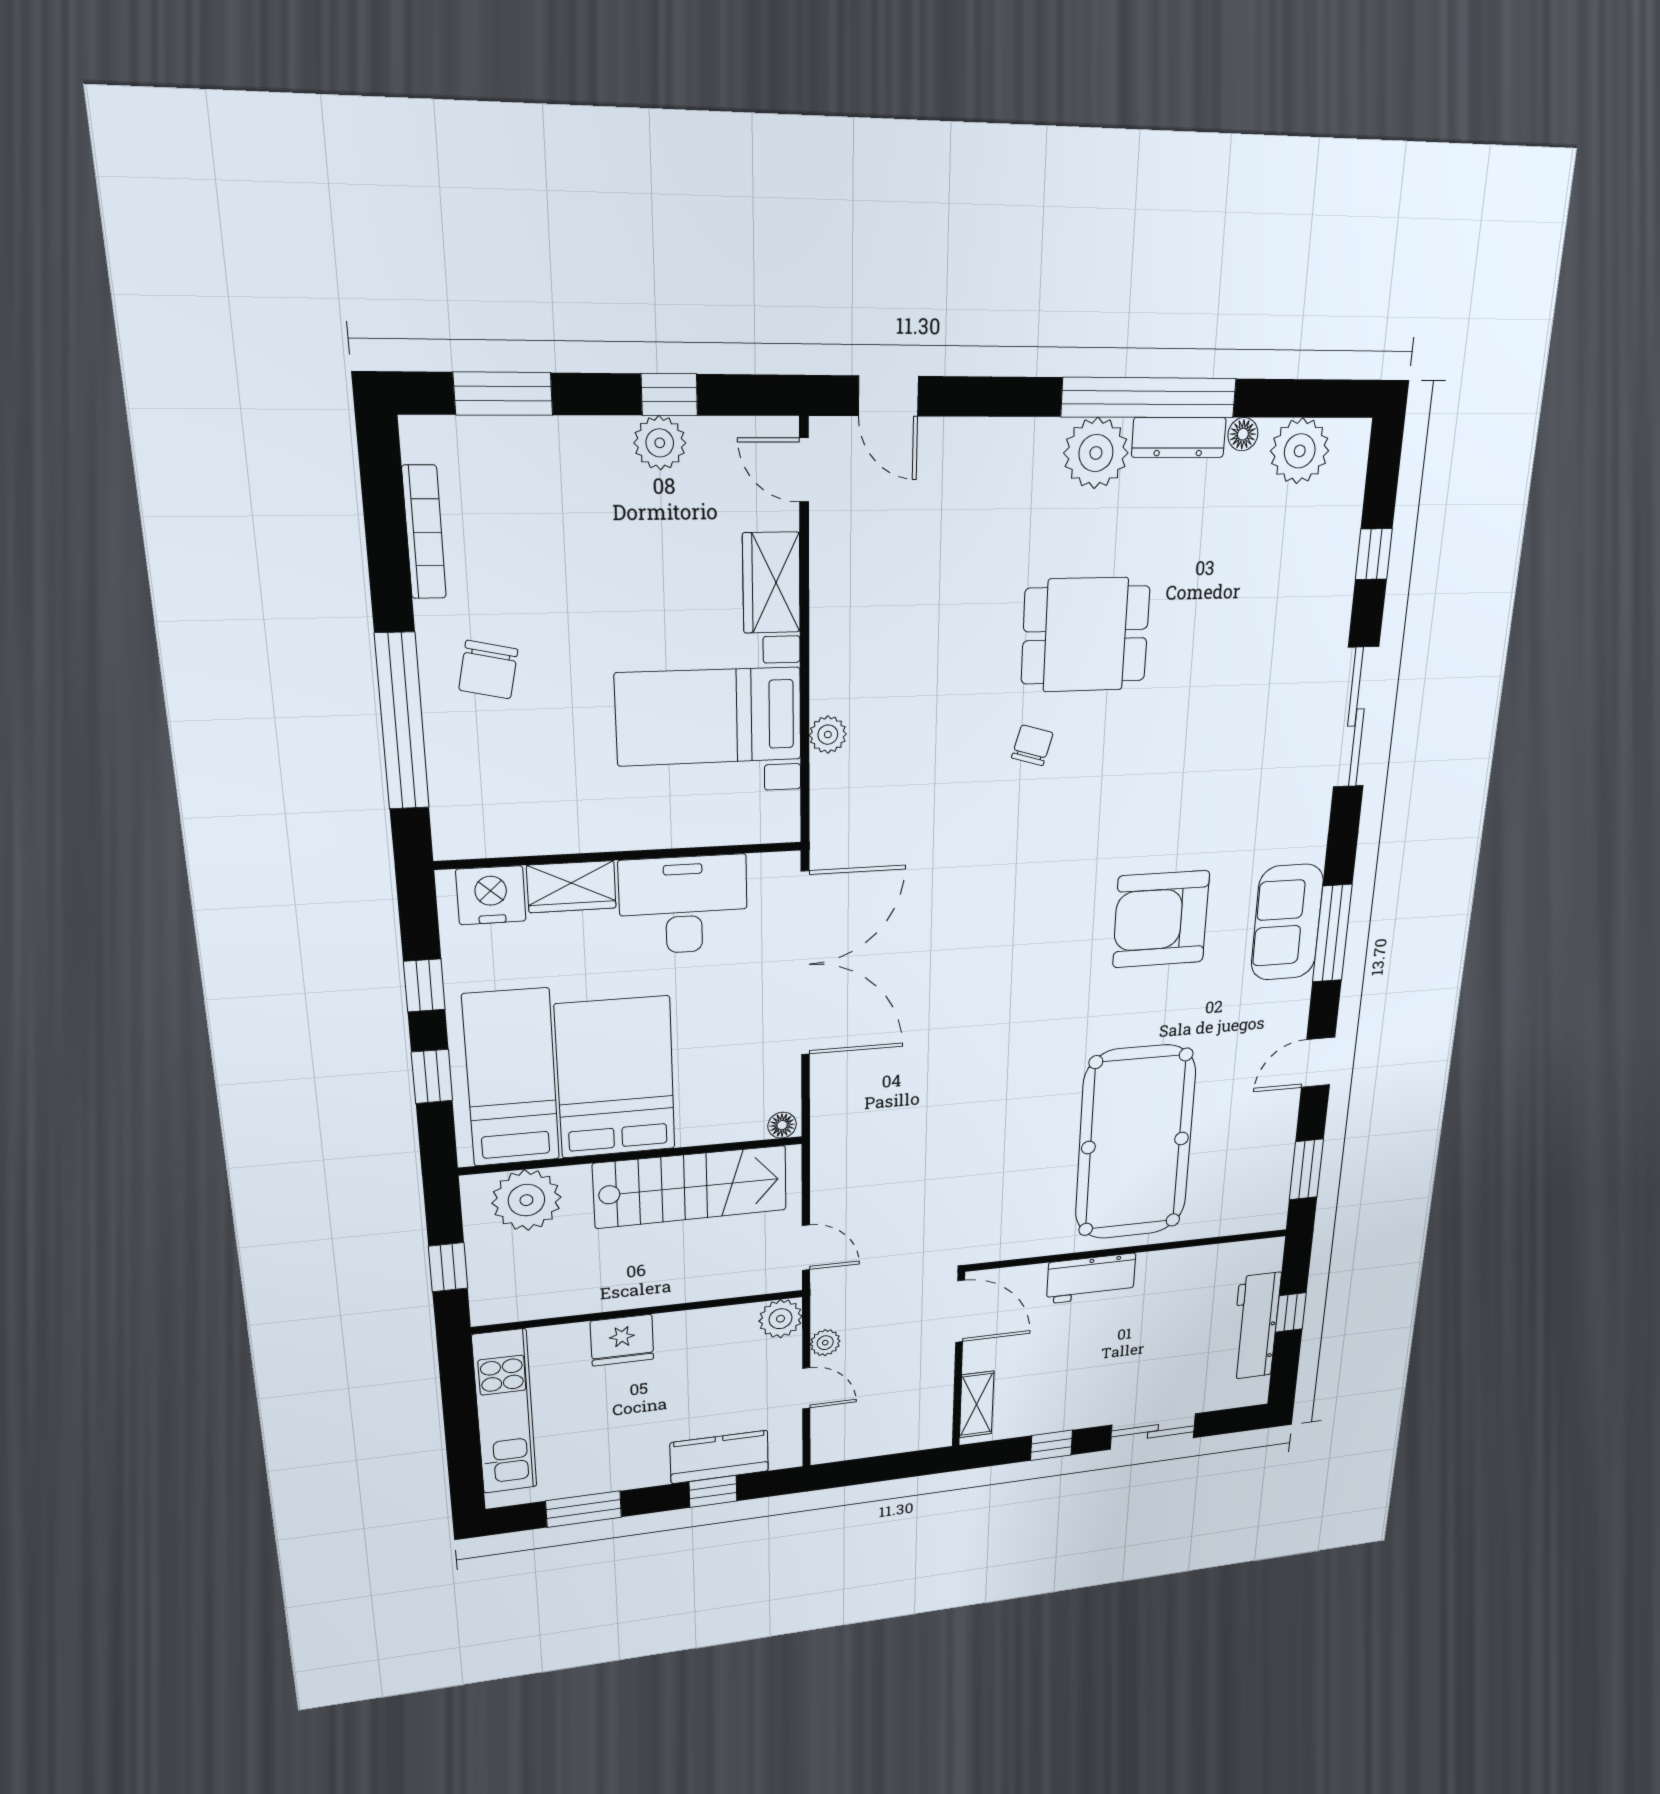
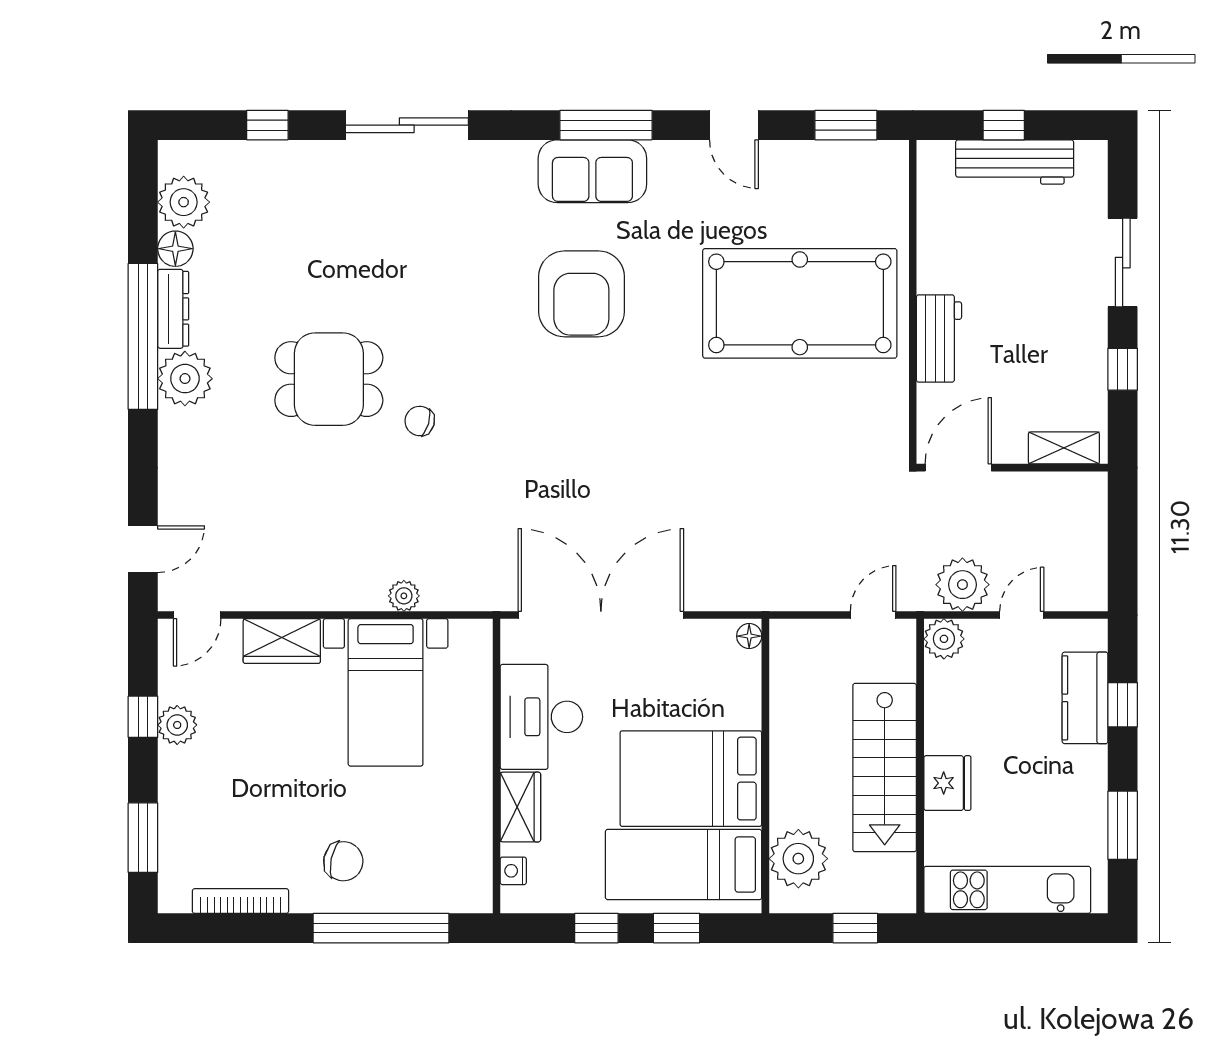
floor lamp: (1243, 434) -> (175, 249), width x1.37, depth x1.37
dining table: (1086, 635) -> (329, 379), turned 90
nightstand: (491, 895) -> (513, 871), width x0.53, depth x0.56
stairs: (691, 1187) -> (885, 768), moved, turned 180
plant: (825, 1343) -> (962, 585), width x1.88, depth x1.88

